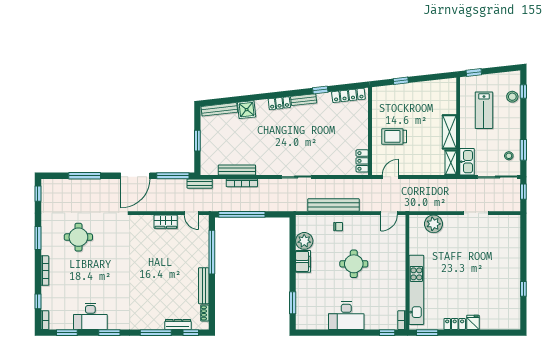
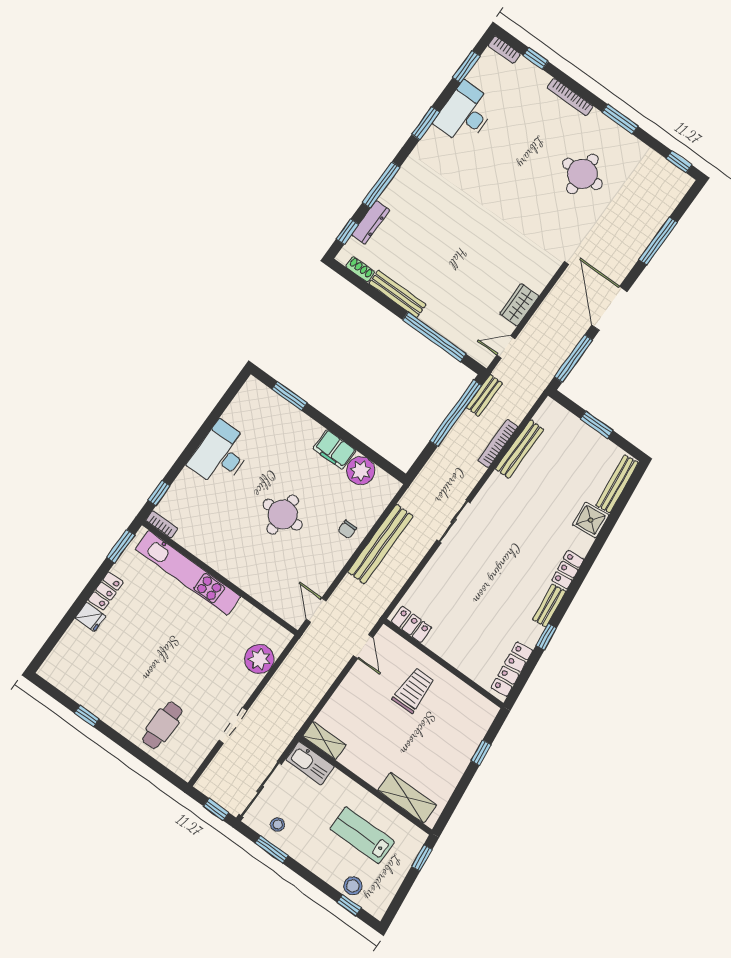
shelving: (449, 132) -> (407, 798), moved
bench: (200, 184) -> (484, 395), moved
cafe table: (501, 248) -> (162, 725), added

